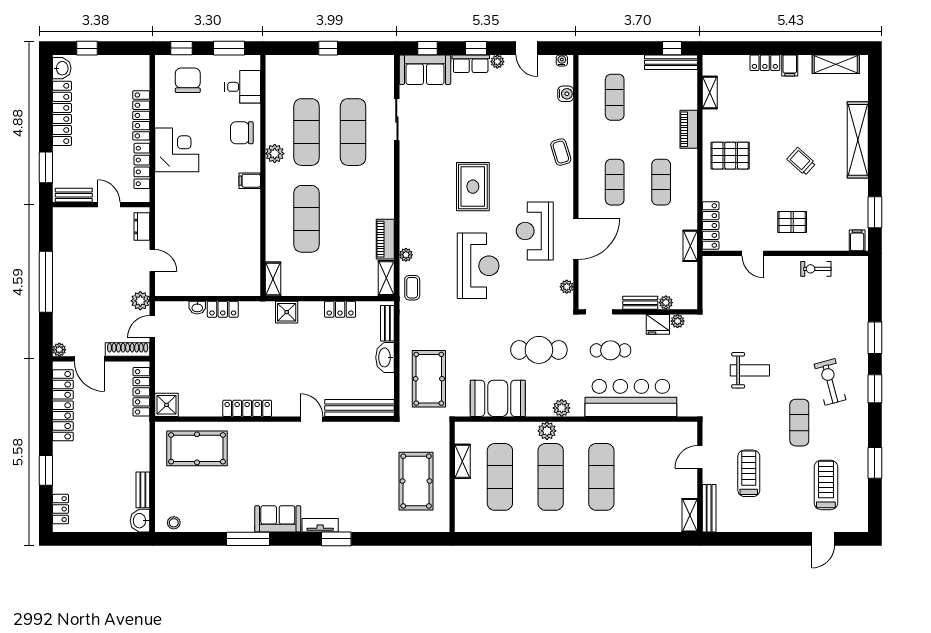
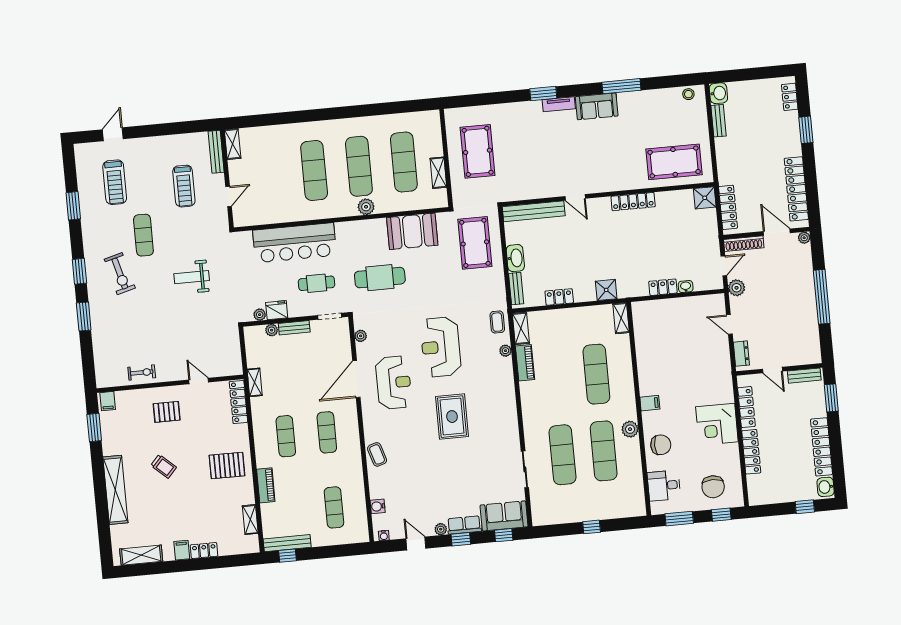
plant: (562, 408) -> (355, 228), removed

